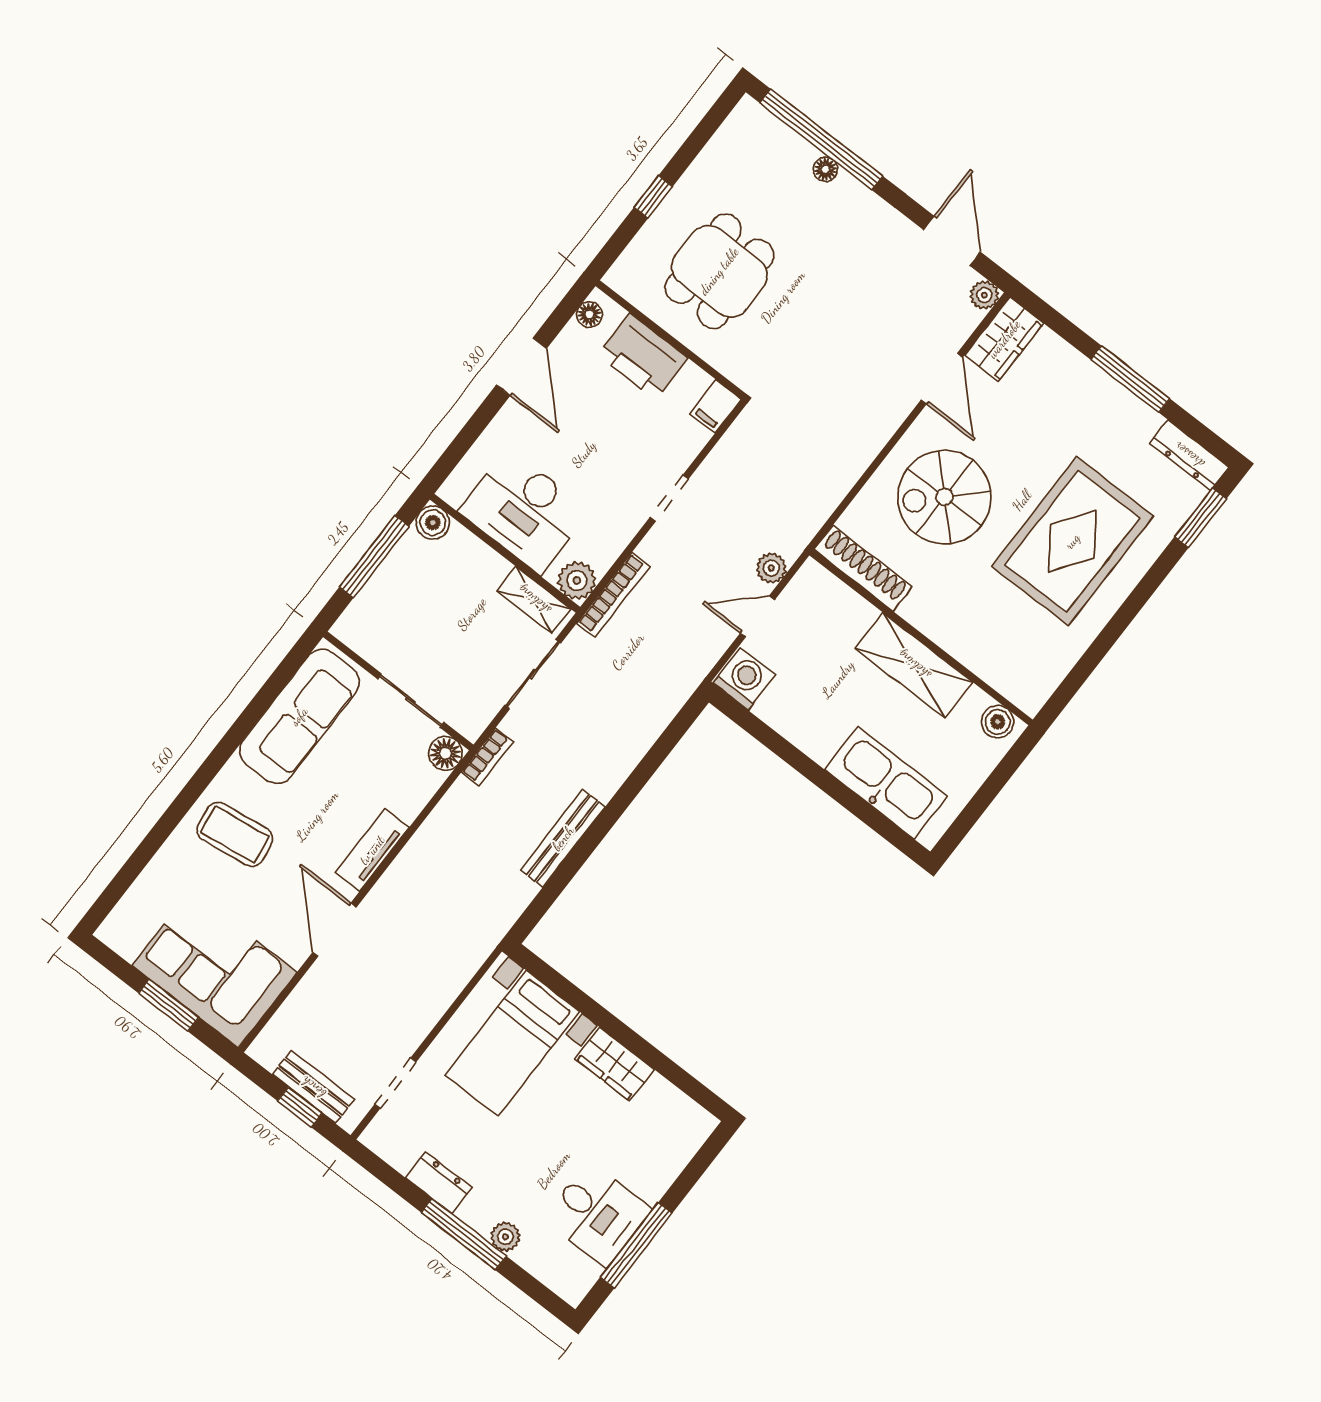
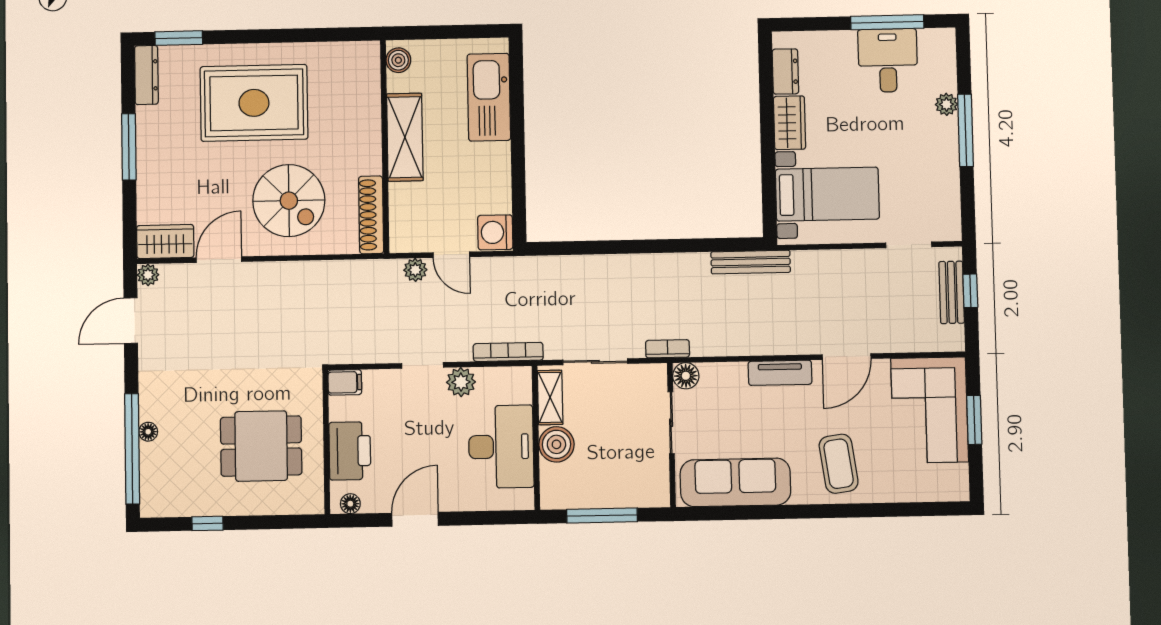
window: (653, 197) -> (207, 523), moved
boiler: (433, 523) -> (556, 444), moved, width x1.36, depth x1.36
plant: (577, 580) -> (461, 382), moved
bench: (563, 838) -> (751, 262), moved
dresser: (439, 1183) -> (785, 71), moved, turned 180

